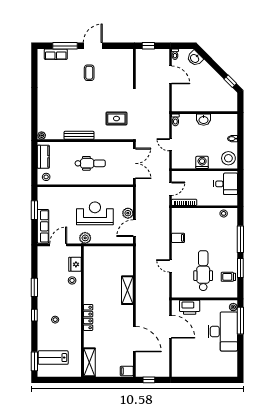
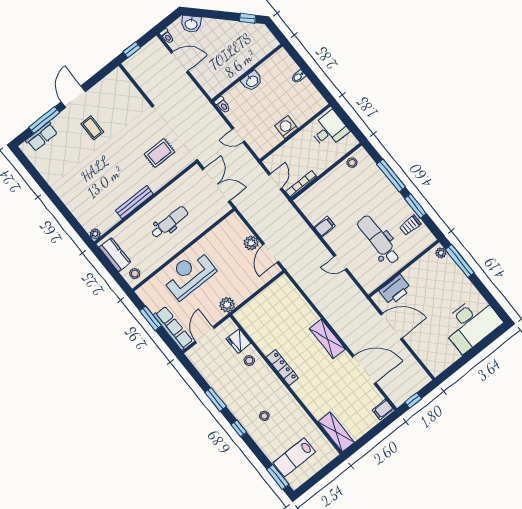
stool: (228, 158) -> (311, 101), removed
reception desk: (95, 213) -> (189, 274), moved
shelving: (127, 290) -> (327, 339), moved
locker: (88, 317) -> (282, 368), moved
desk: (223, 331) -> (471, 324), moved, turned 90

